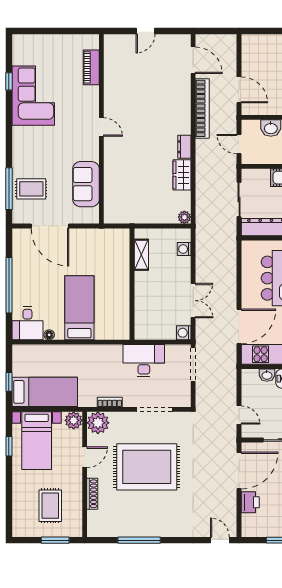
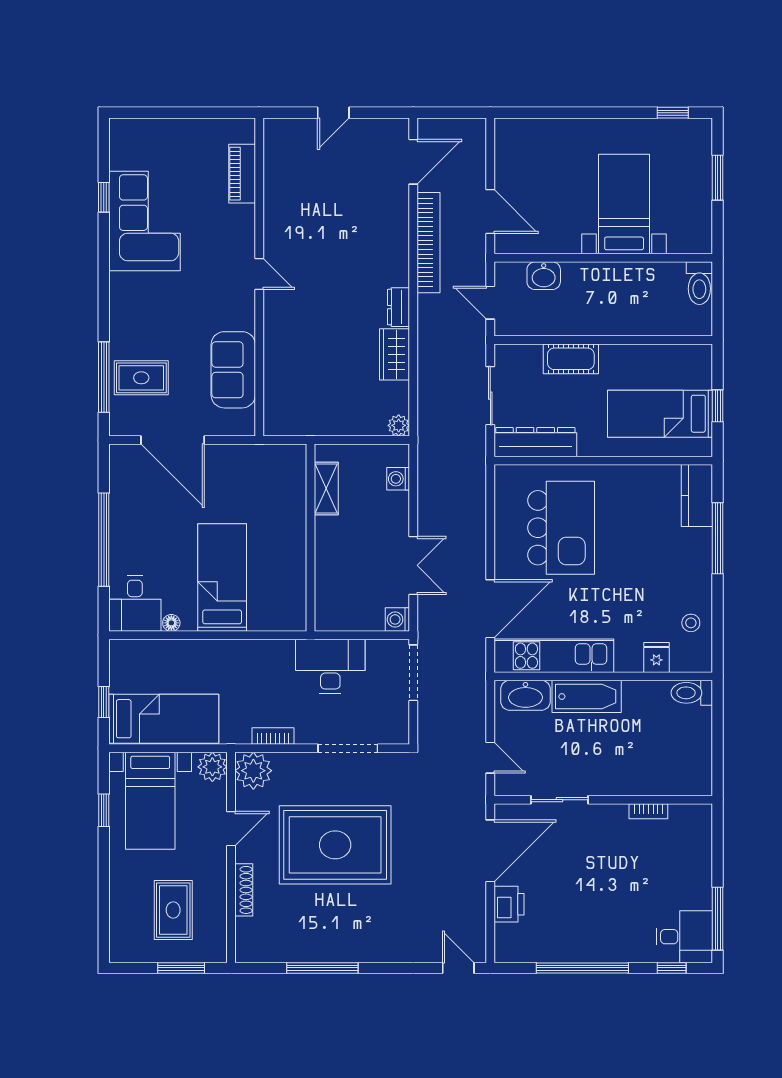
door: (193, 60) -> (413, 162), hinge flipped
washbasin: (267, 375) -> (525, 695), width x1.91, depth x1.45

